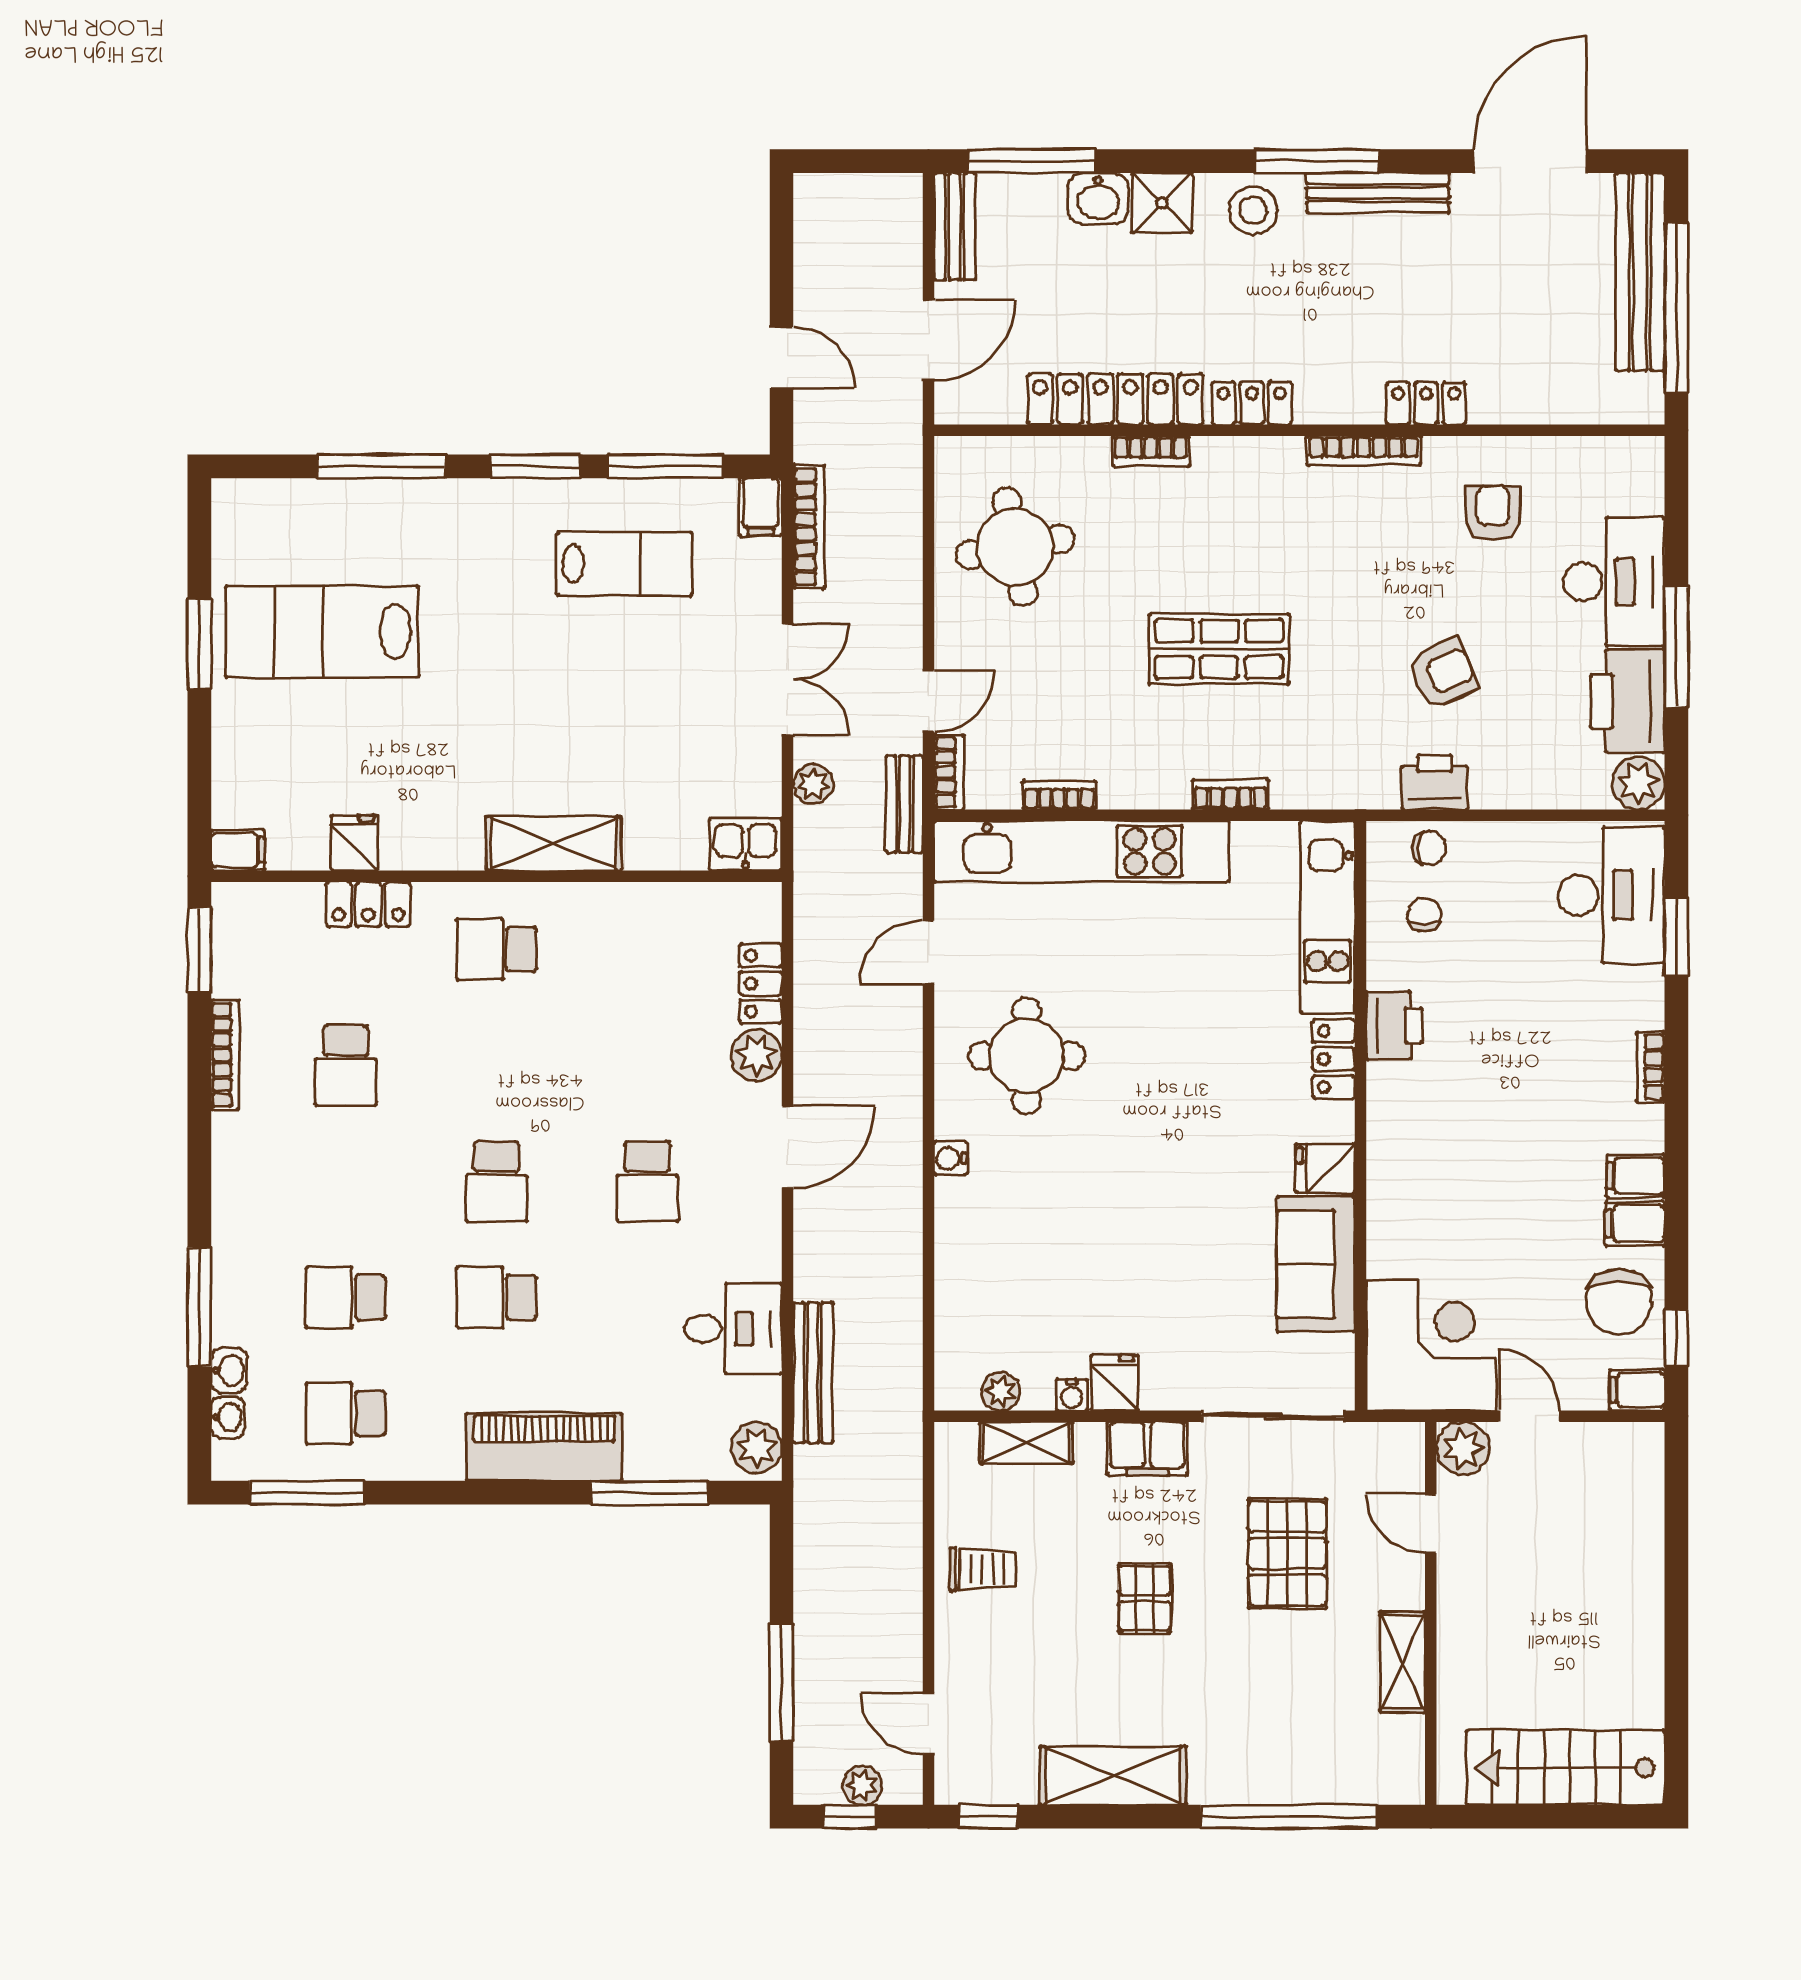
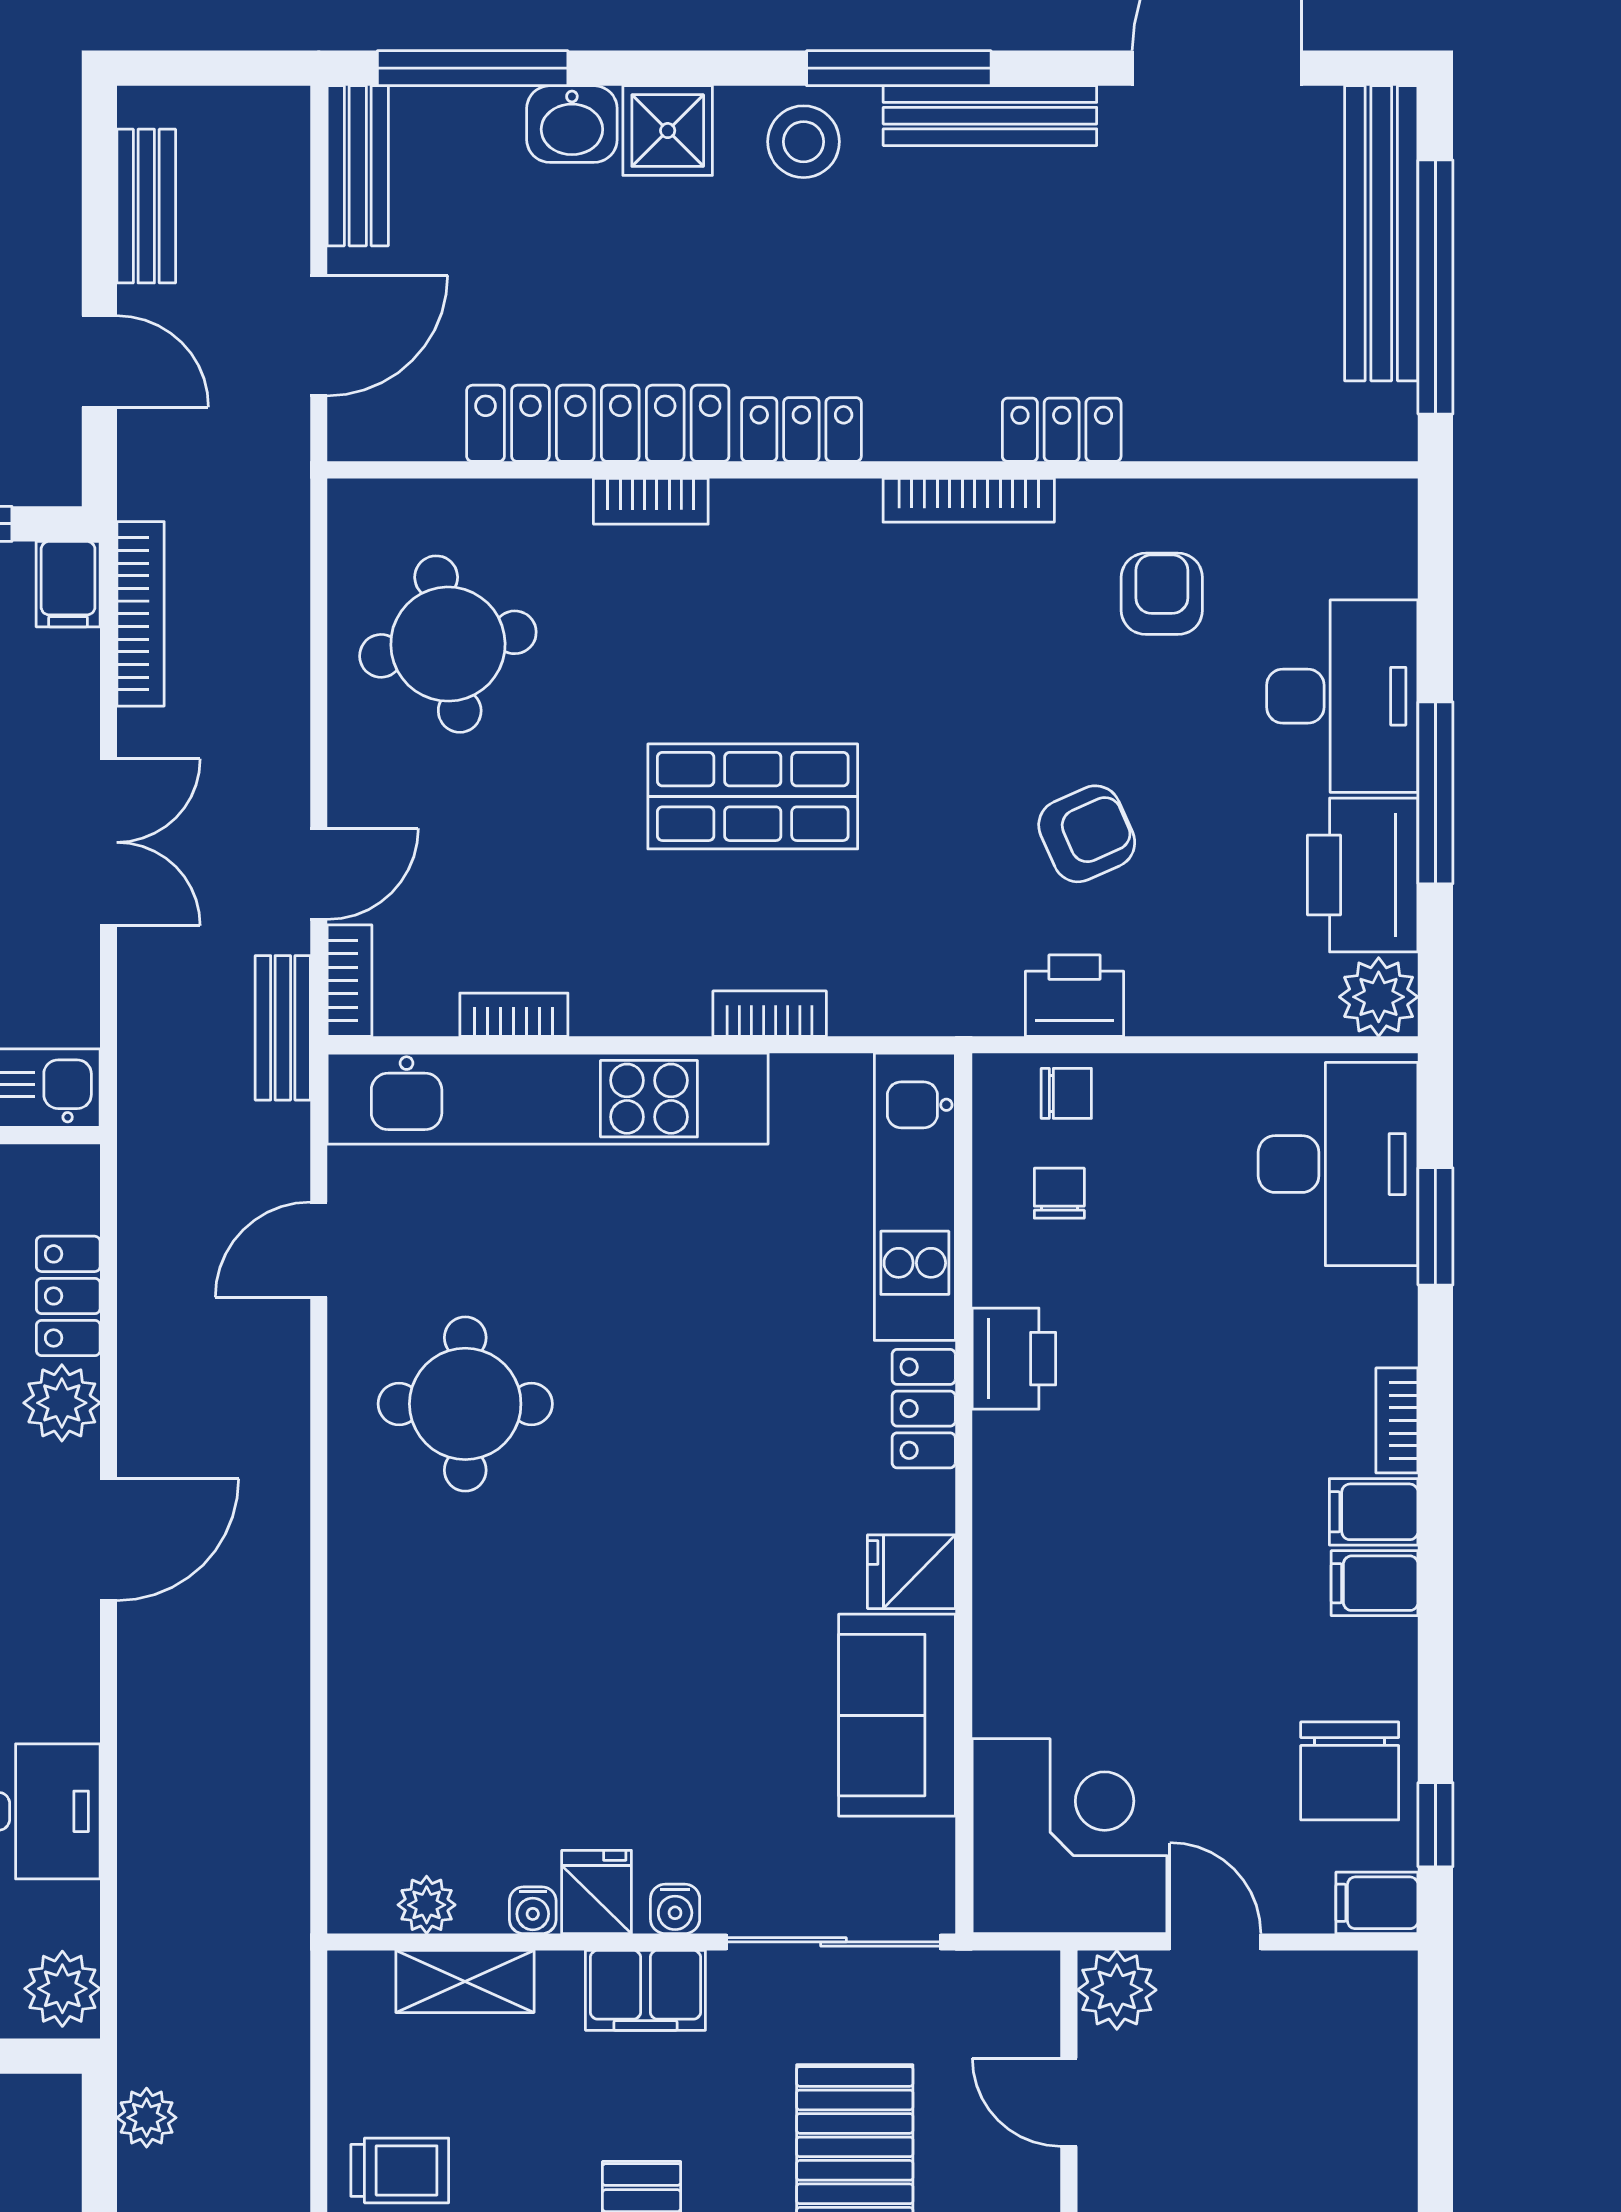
plant: (813, 784) -> (147, 2118), moved
water cooler: (951, 1158) -> (675, 1909), moved, turned -90
filing cabinet: (1635, 1224) -> (1374, 1512), moved
bench: (813, 1373) -> (146, 206), moved, width x0.73

